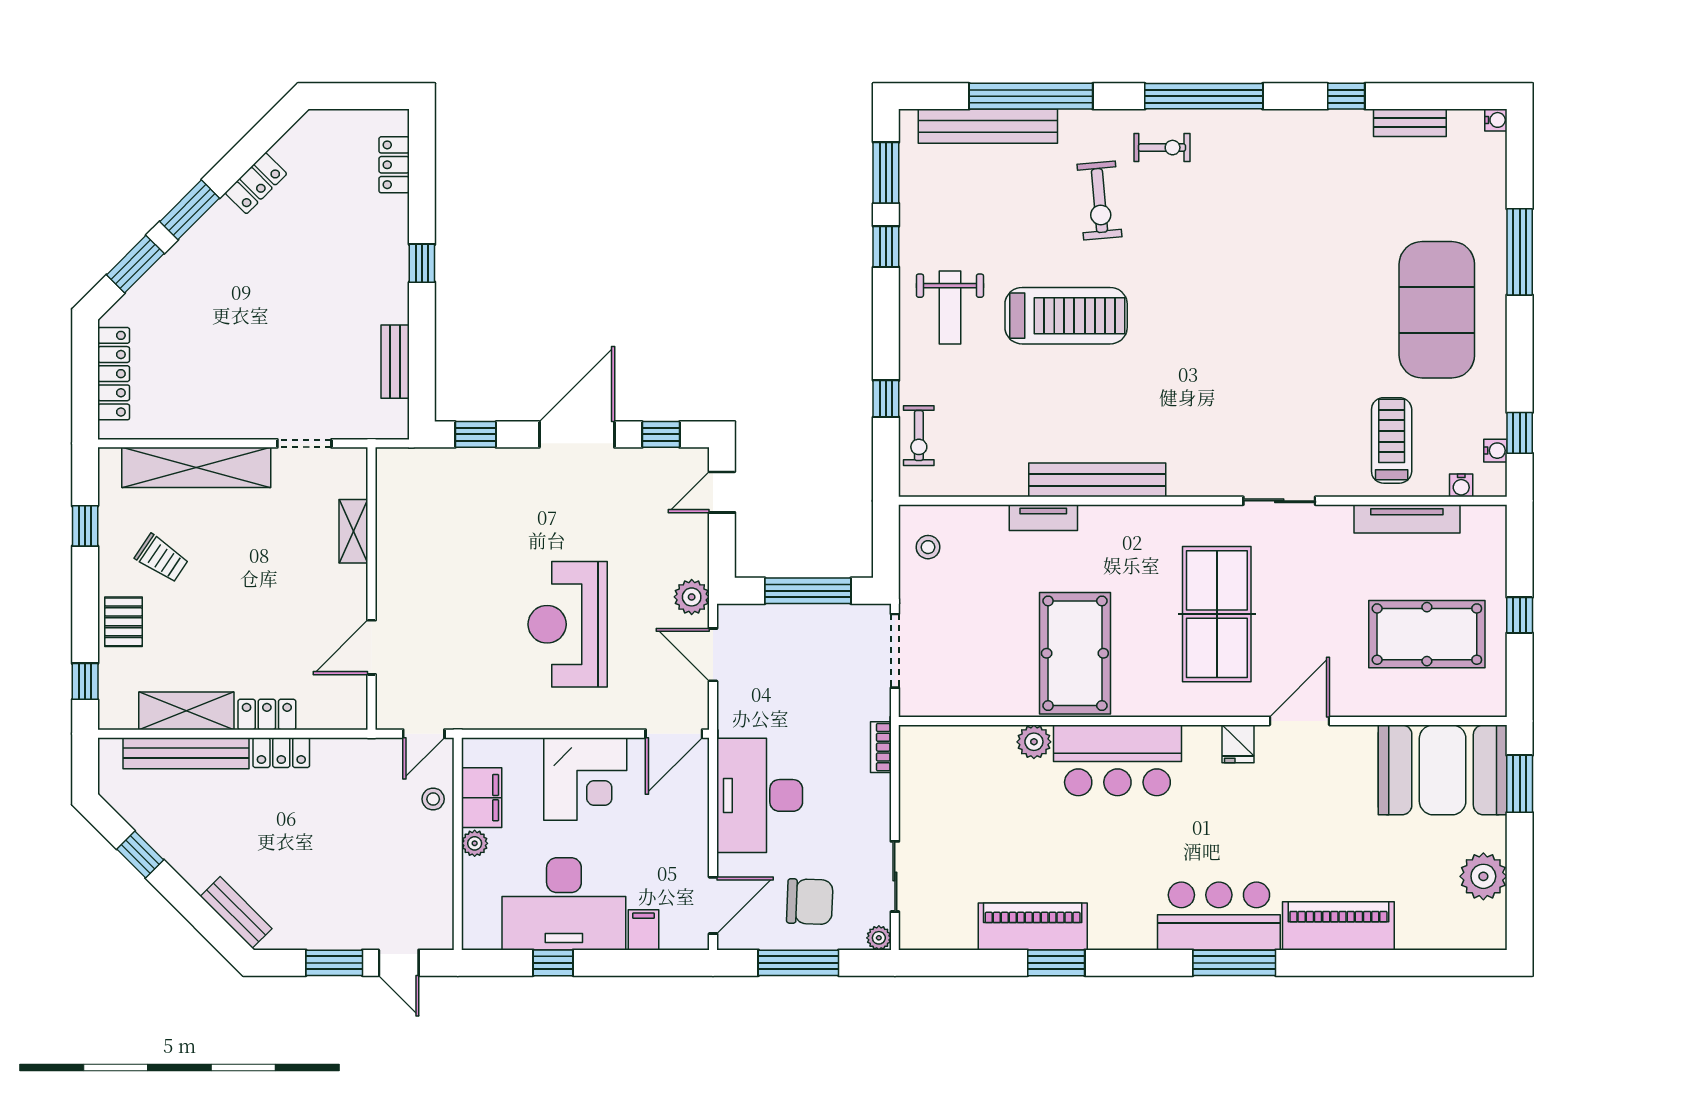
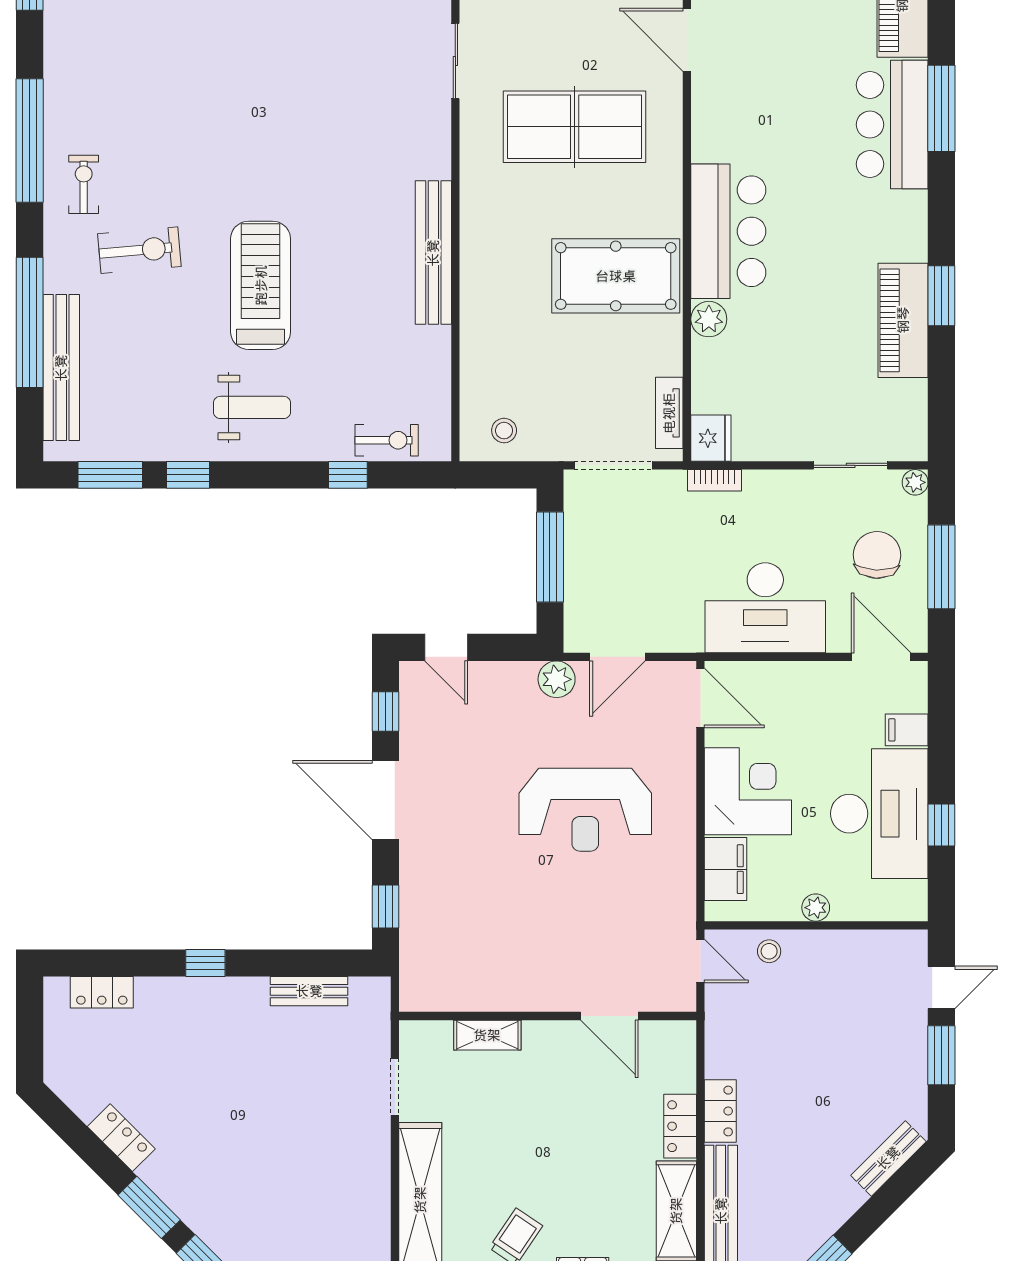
tv unit: (1043, 518) -> (669, 413), moved, turned 180
fridge: (1238, 744) -> (711, 438), moved, width x1.38
filing cabinet: (482, 798) -> (725, 869), moved, turned 90

